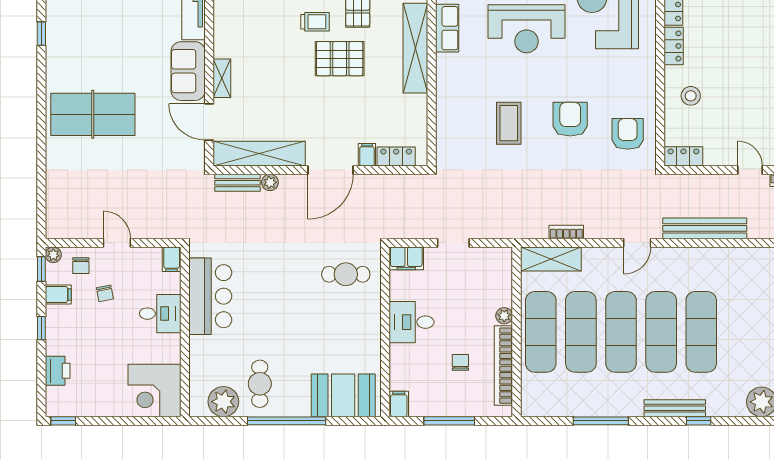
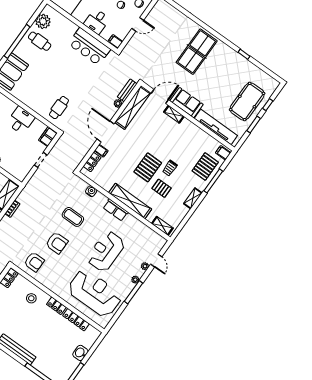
row of seats: (447, 28) -> (116, 210), moved
water cooler: (445, 124) -> (91, 191), added

